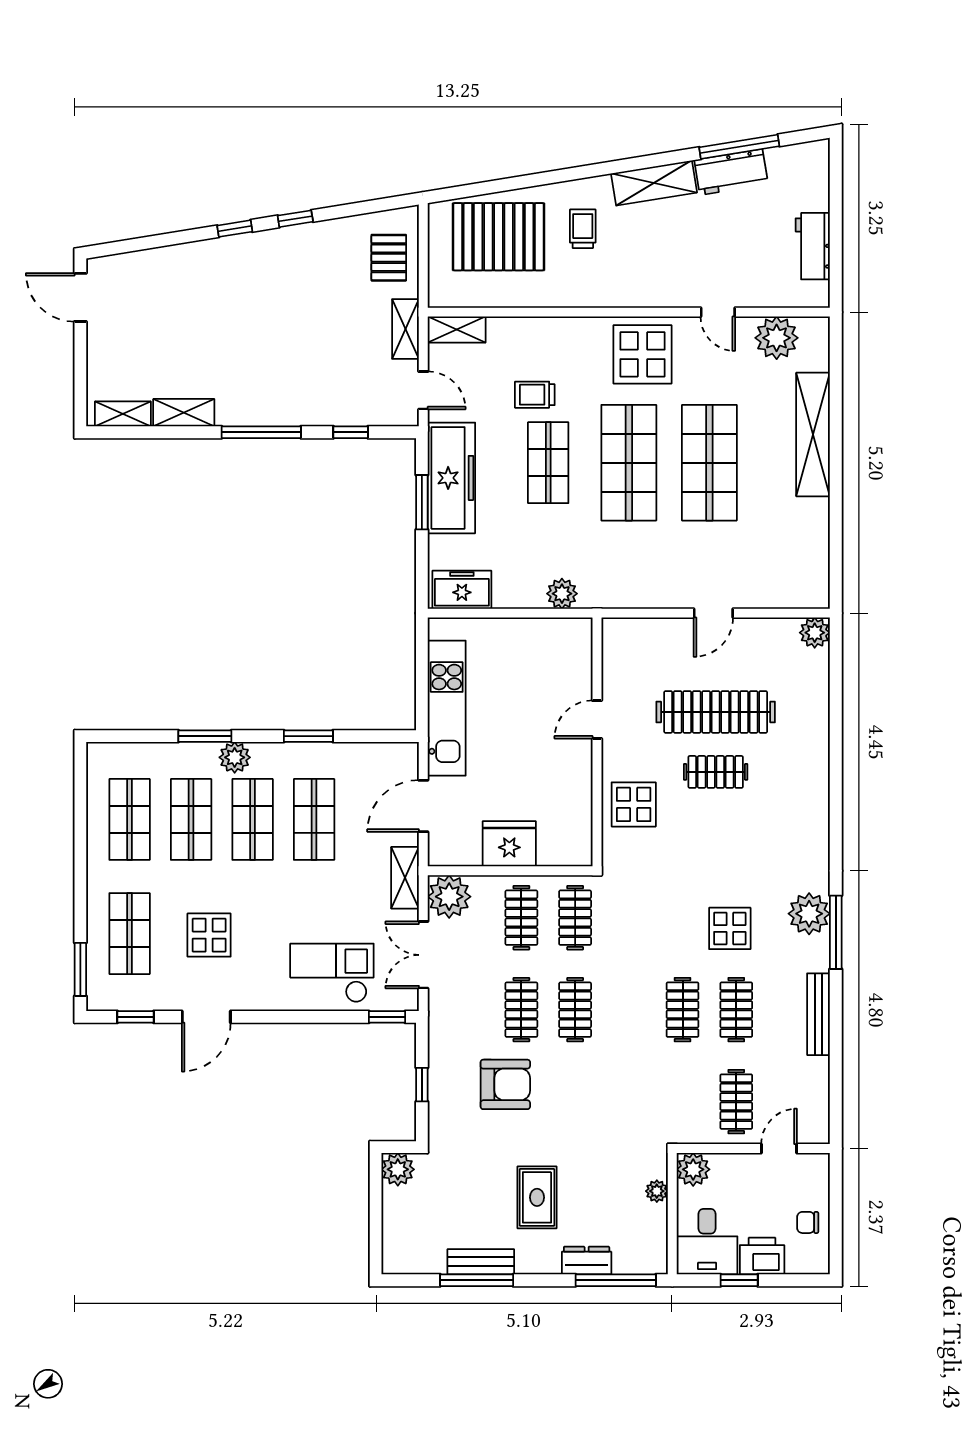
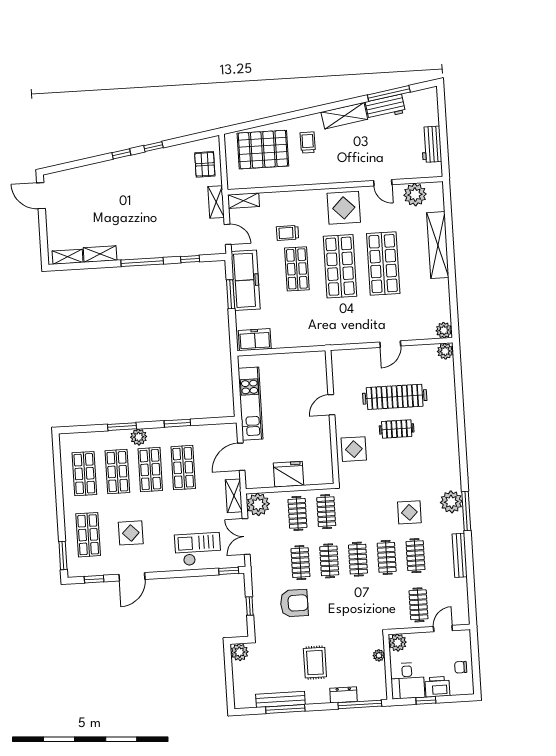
plant: (562, 594) -> (444, 330), moved
clothes rail: (629, 1010) -> (358, 559), added
bench: (481, 1262) -> (280, 699), width x1.36

